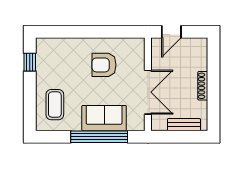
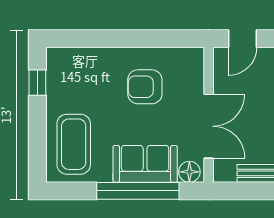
coffee table: (55, 105) -> (74, 144), width x1.36, depth x1.32
floor lamp: (135, 124) -> (189, 172), added

